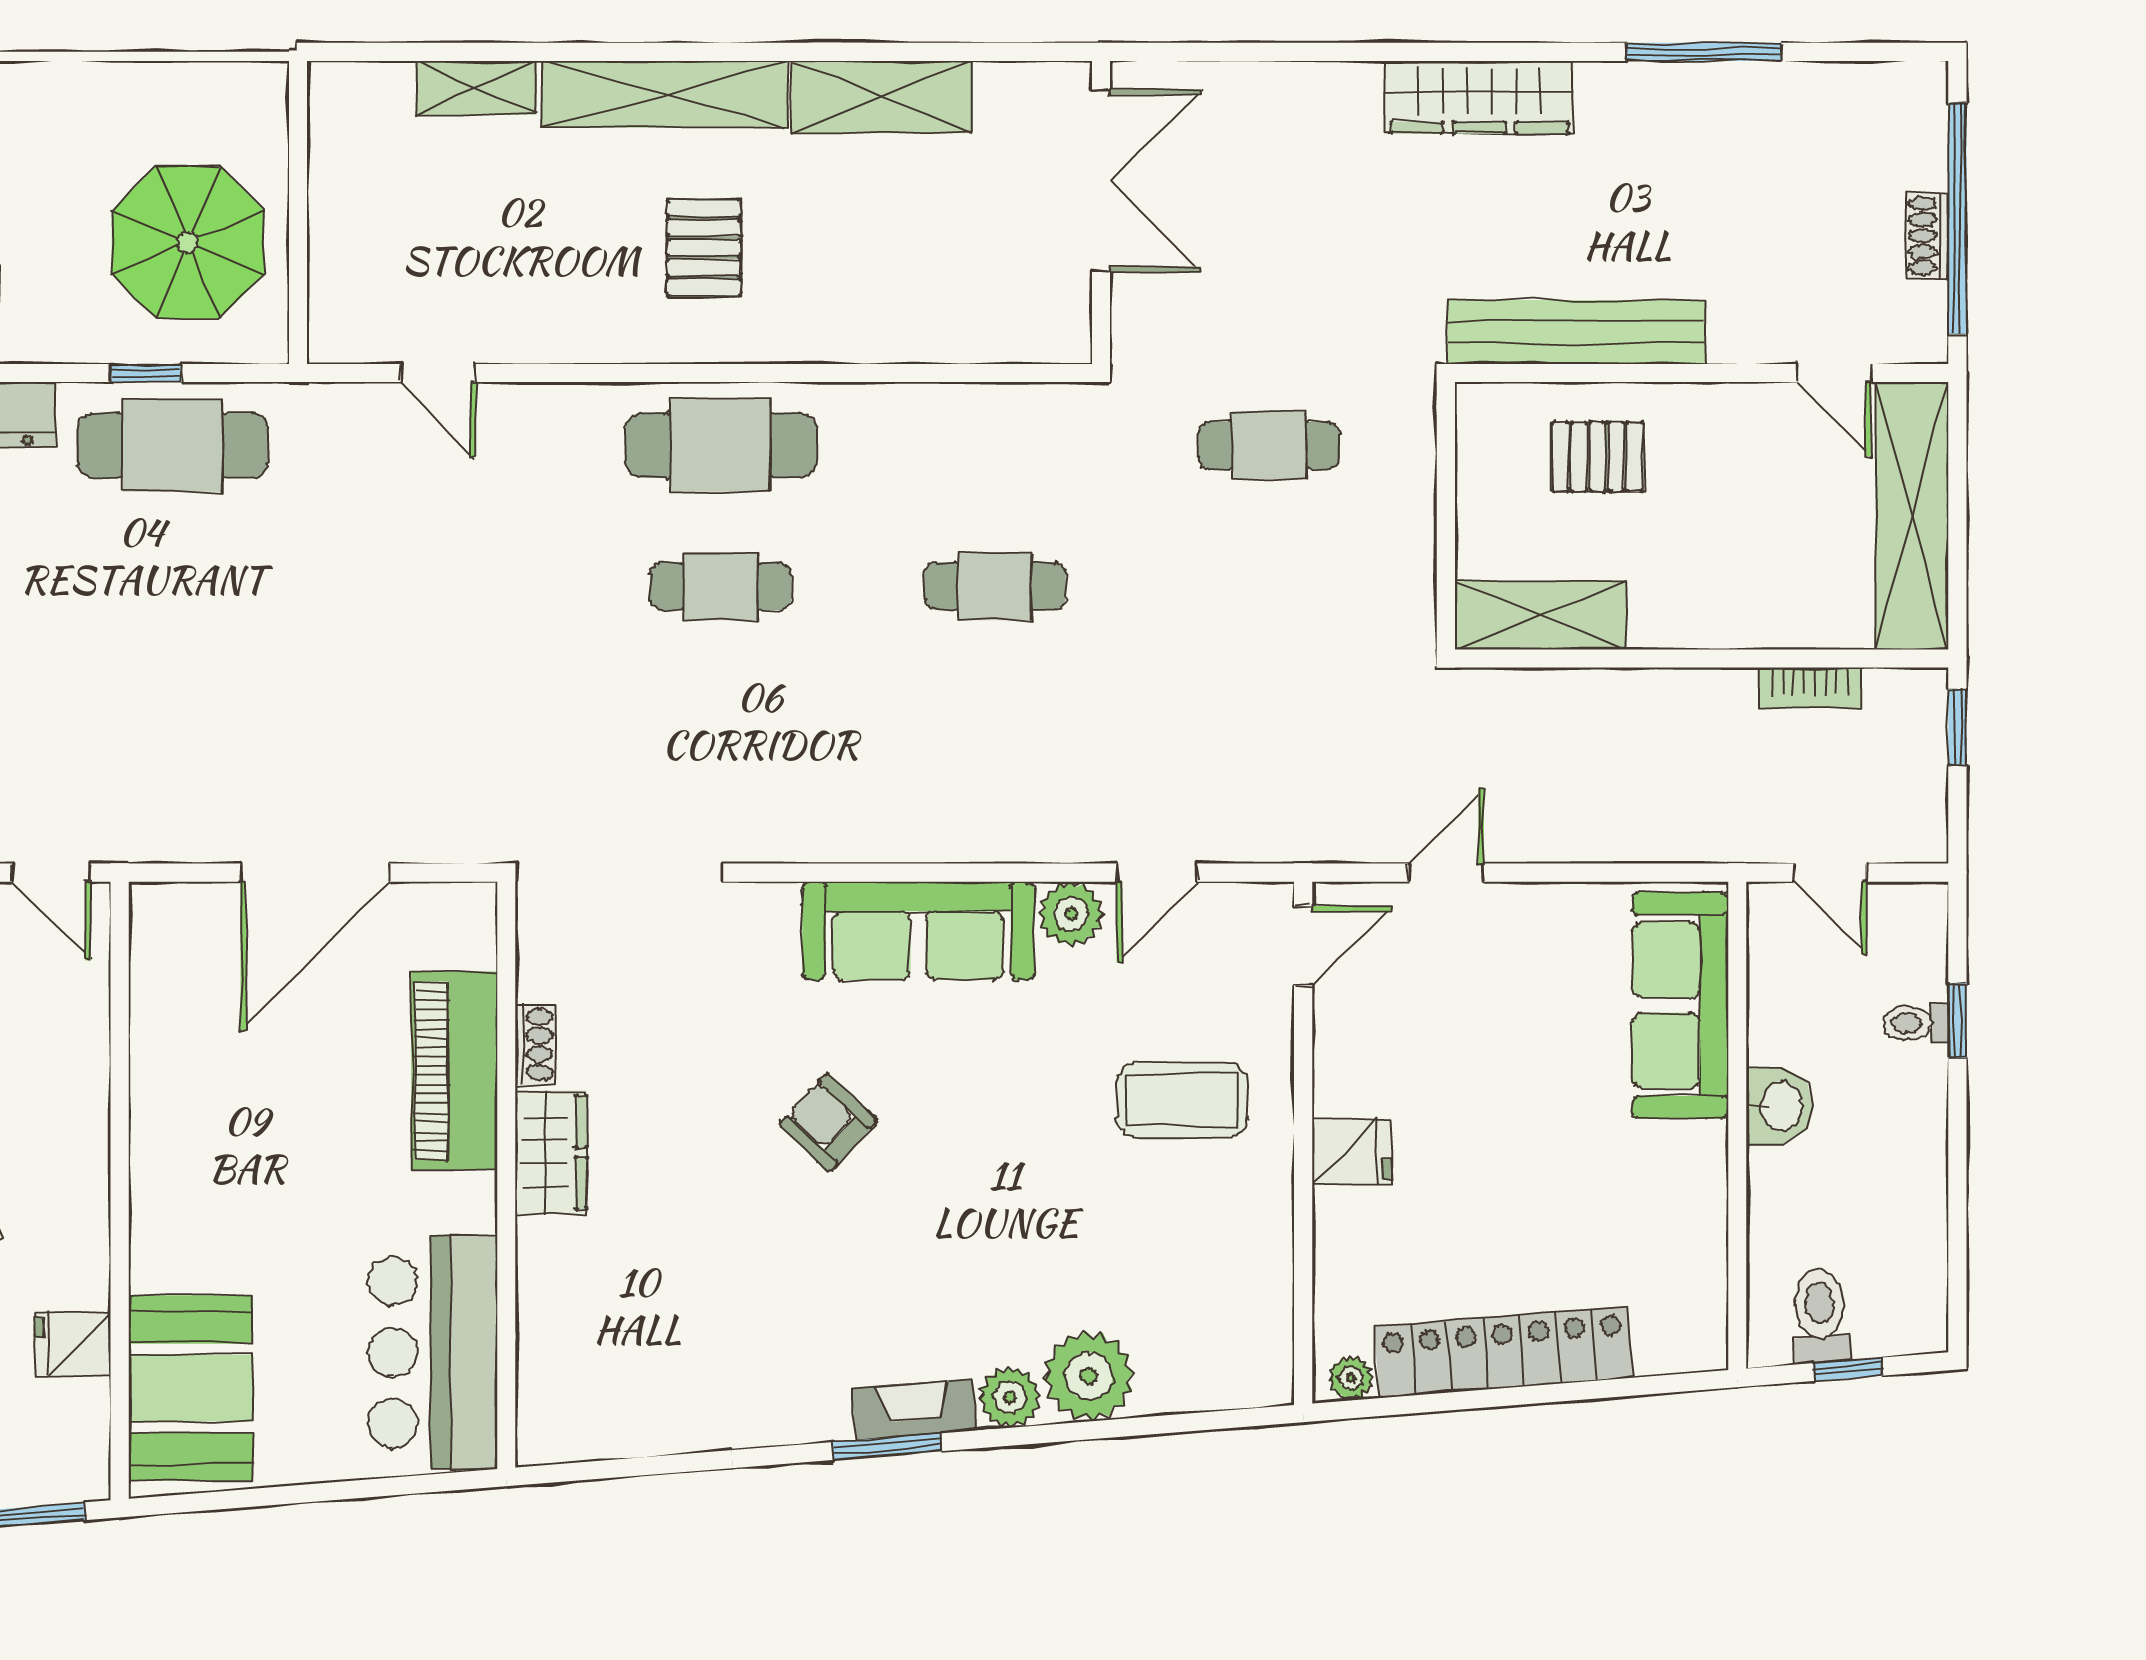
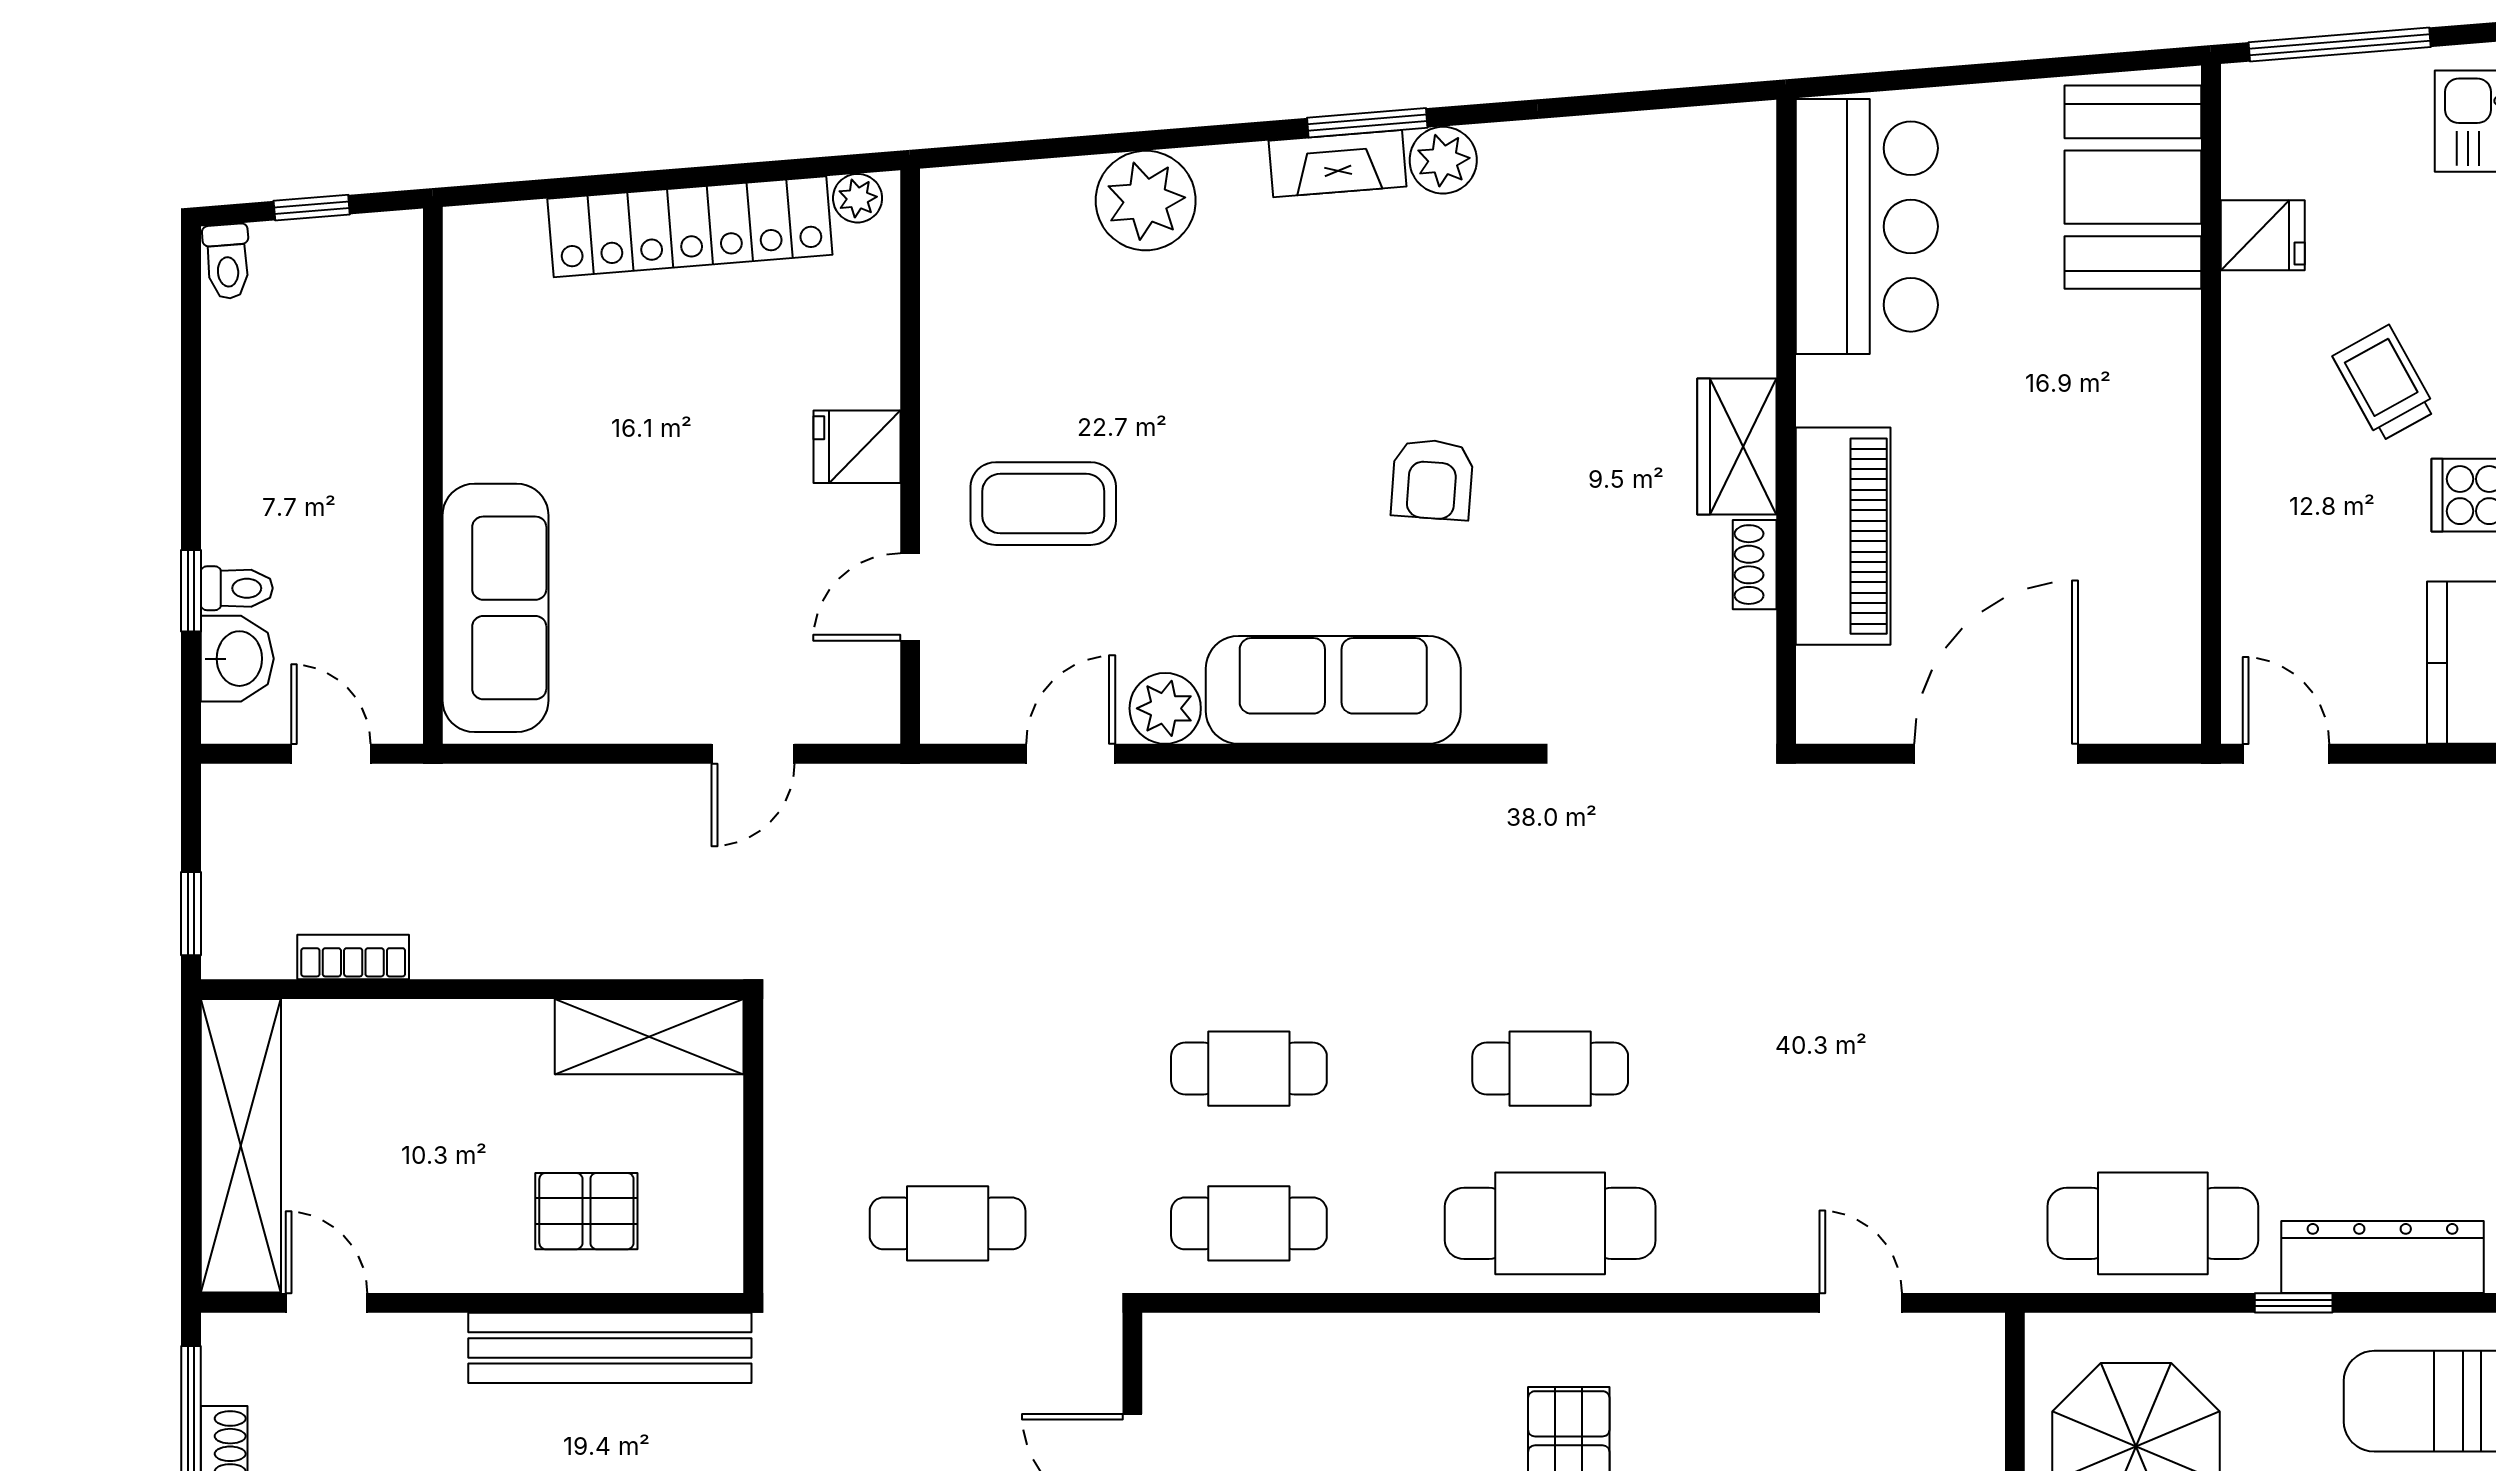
window: (146, 373) -> (2294, 1303), moved
cafe table: (995, 445) -> (1249, 1223), added
door: (1303, 946) -> (910, 597), moved
washbasin: (1779, 1106) -> (237, 659), moved, turned 180
armchair: (828, 1122) -> (1432, 479), turned 51
toilet: (1820, 1316) -> (227, 262), moved, width x0.73, depth x0.72
plant: (1010, 1397) -> (1443, 160), moved

